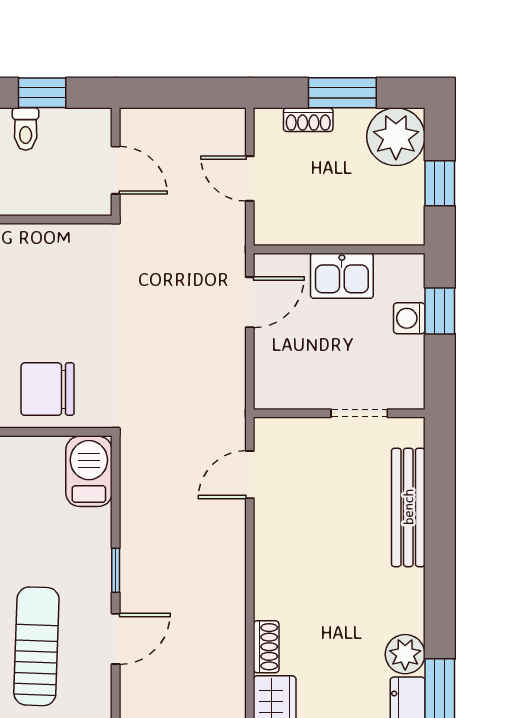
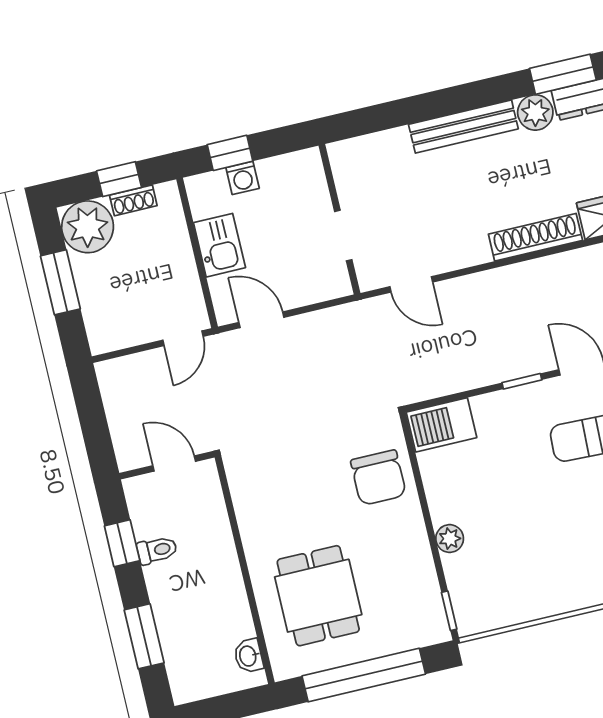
shoe rack: (308, 120) -> (133, 200), moved, turned 90
door: (116, 170) -> (174, 463), hinge flipped
door: (250, 179) -> (183, 338), moved
doorway: (359, 413) -> (343, 236), moved
bench: (408, 507) -> (463, 127), moved
shoe rack: (266, 647) -> (535, 237), width x1.94, depth x1.24

